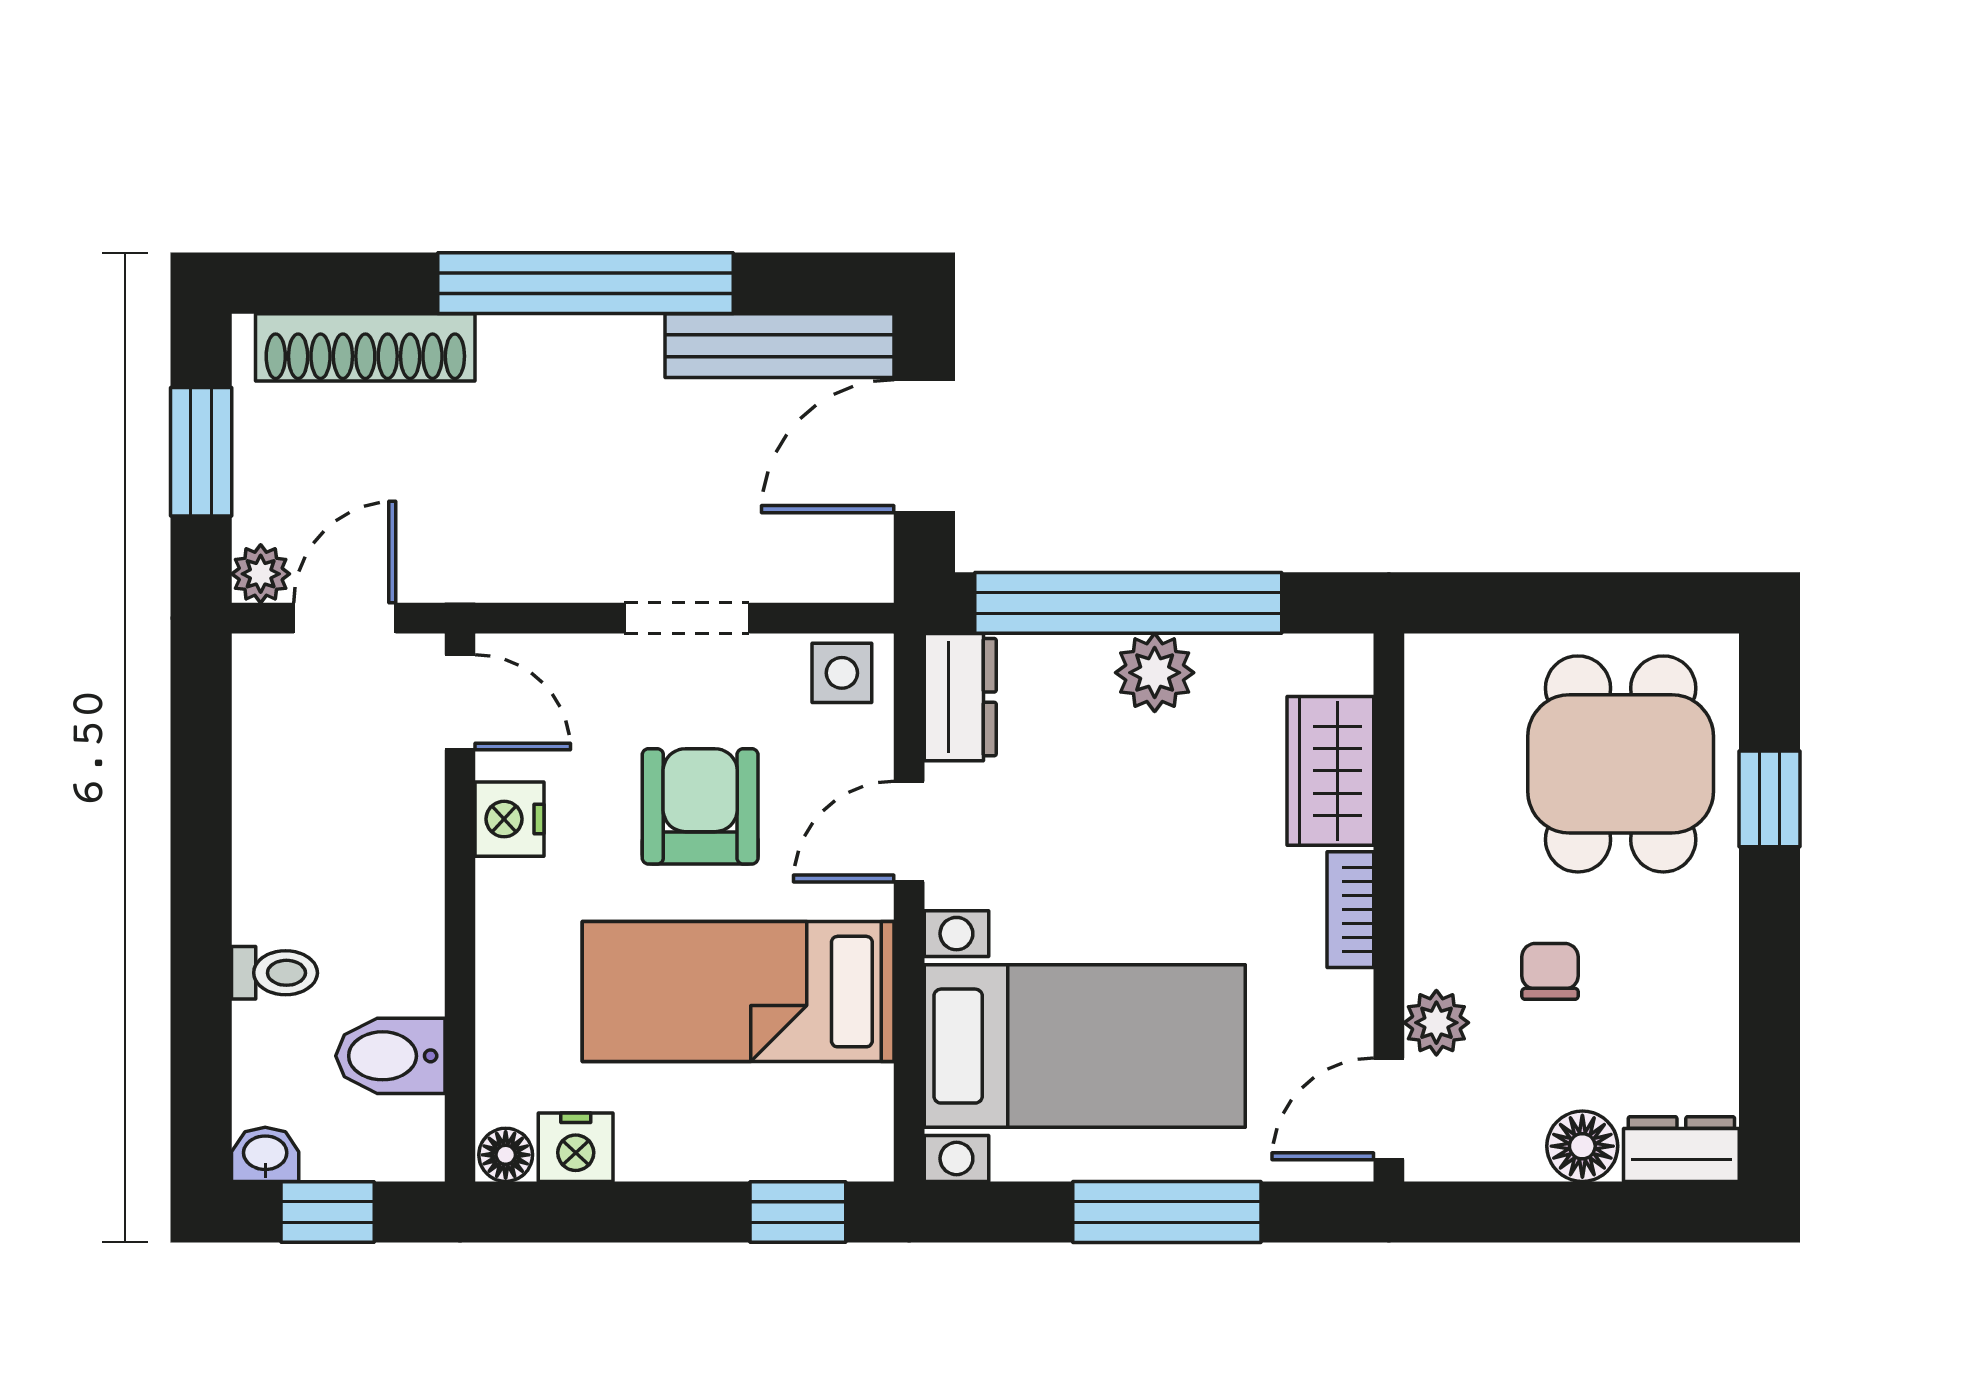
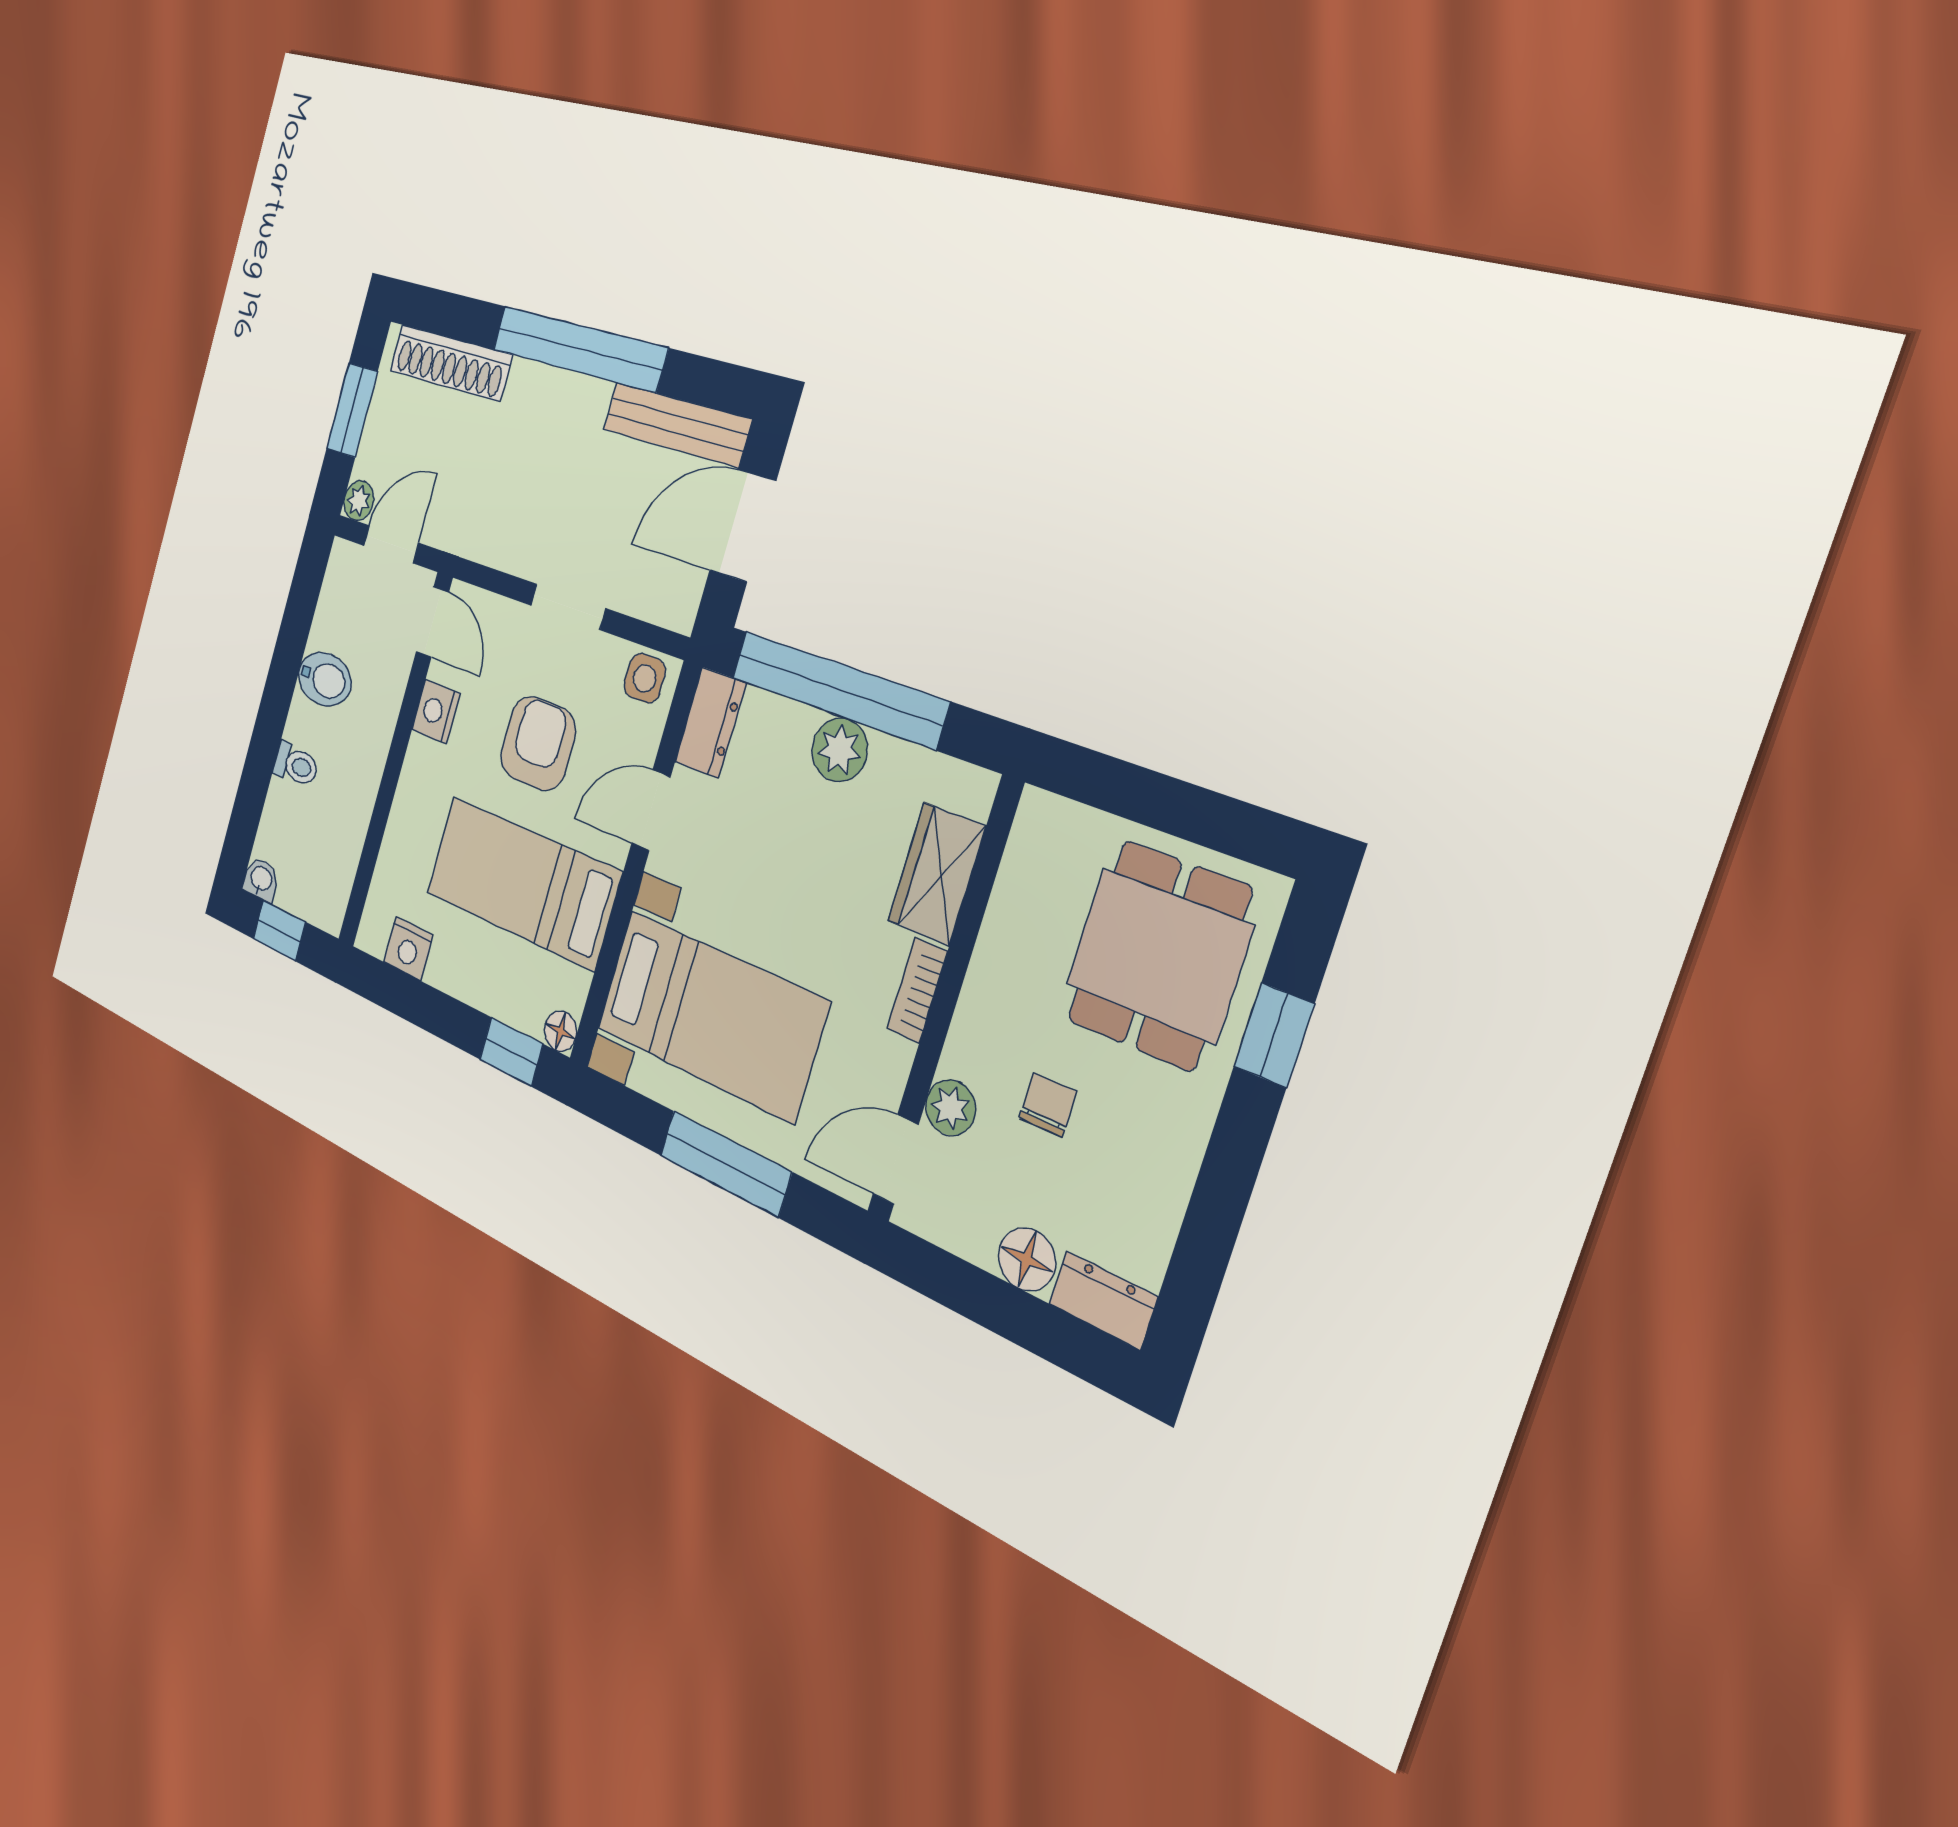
bidet: (390, 1056) -> (325, 679), moved, turned 180
floor lamp: (506, 1155) -> (560, 1031), moved

